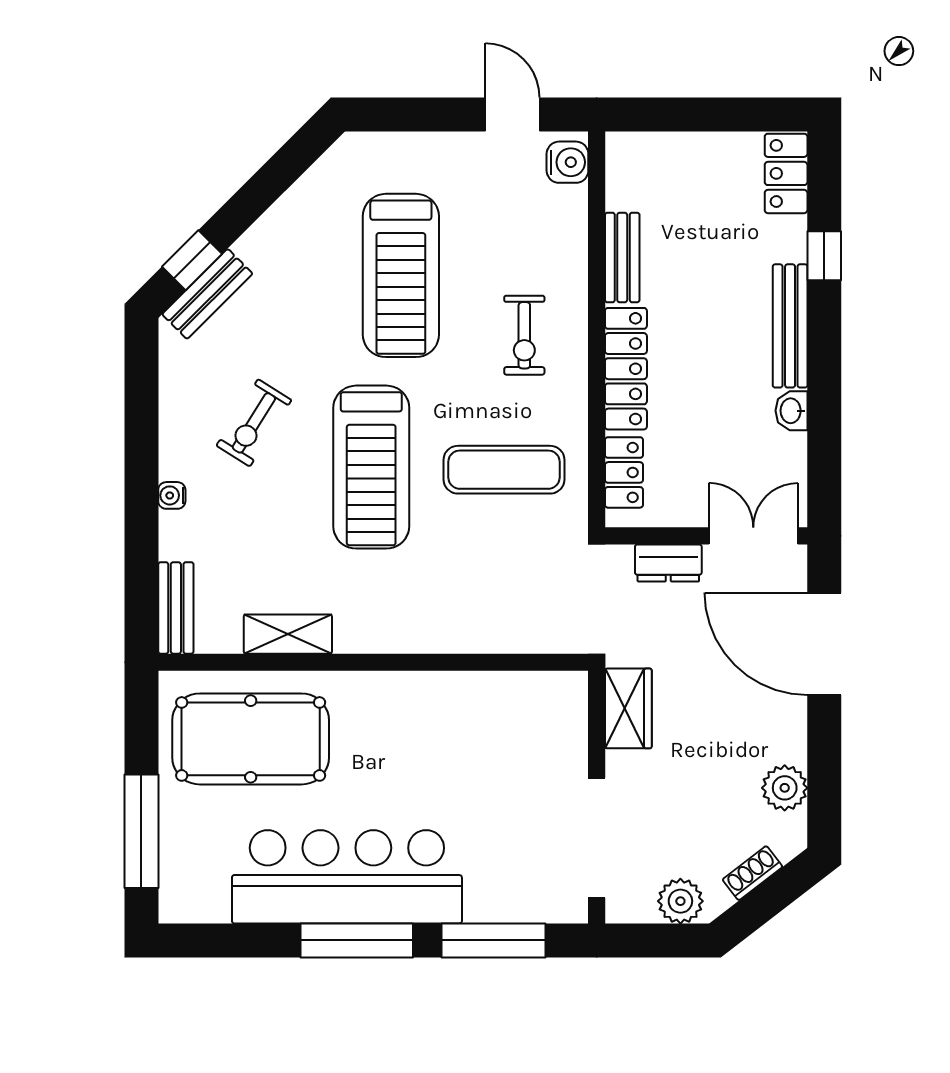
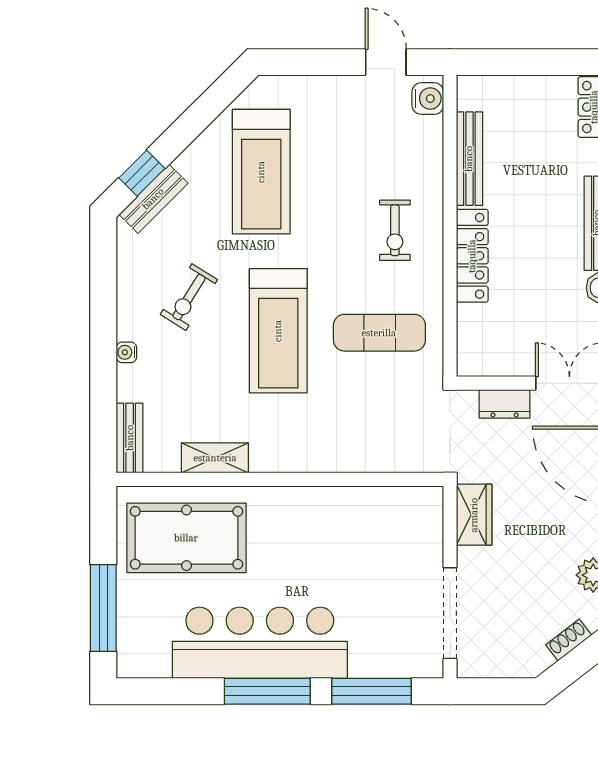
bench: (622, 257) -> (469, 159), width x1.36
treadmill: (401, 275) -> (261, 172), moved
locker: (624, 472) -> (471, 335), removed
plant: (680, 901) -> (514, 661), removed

